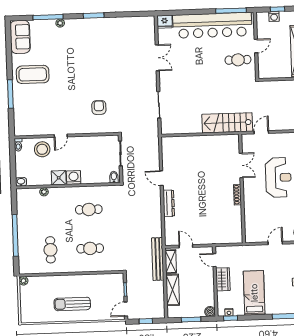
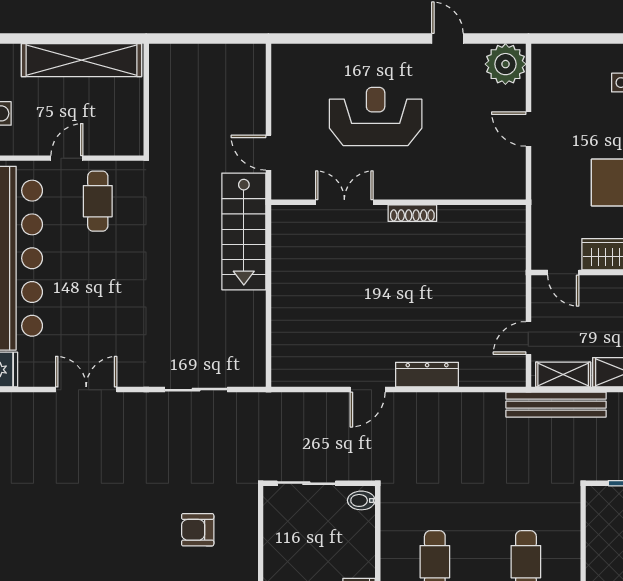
door: (256, 46) -> (67, 158), hinge flipped
door: (214, 260) -> (563, 273), hinge flipped

